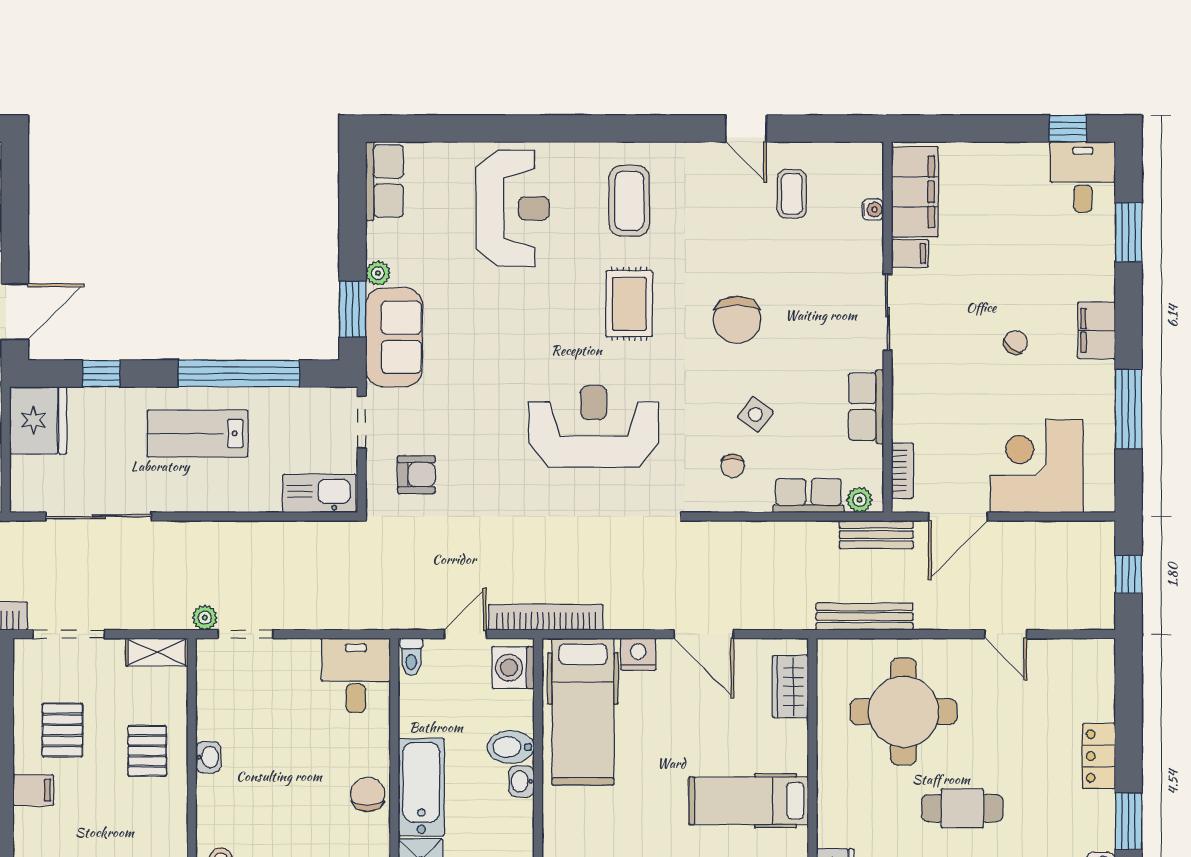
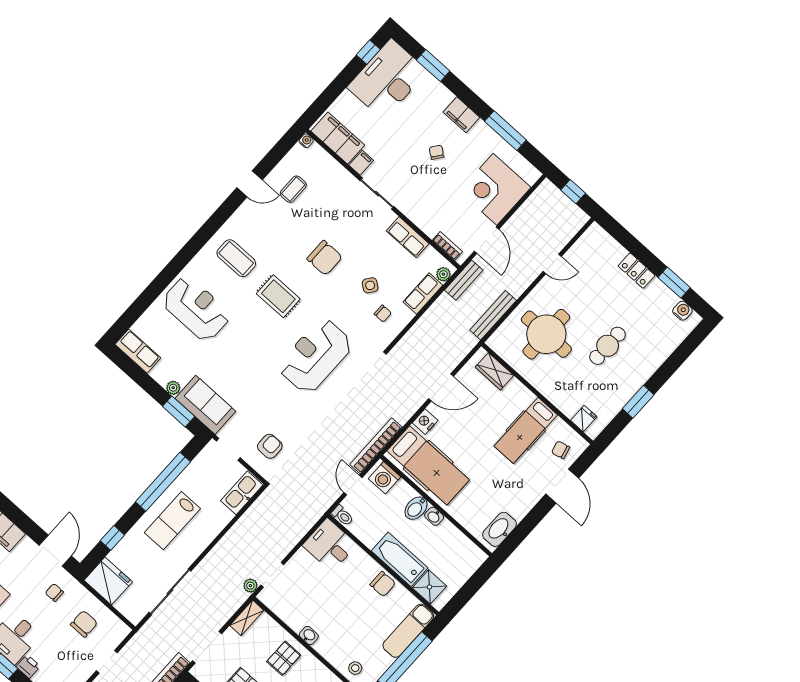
desk: (1083, 177) -> (387, 79), width x1.87, depth x1.30
coffee table: (792, 194) -> (293, 189), turned 90
water cooler: (873, 209) -> (306, 141), moved
pallet: (147, 751) -> (284, 658), turned 90
chair: (368, 794) -> (383, 584), turned 180

